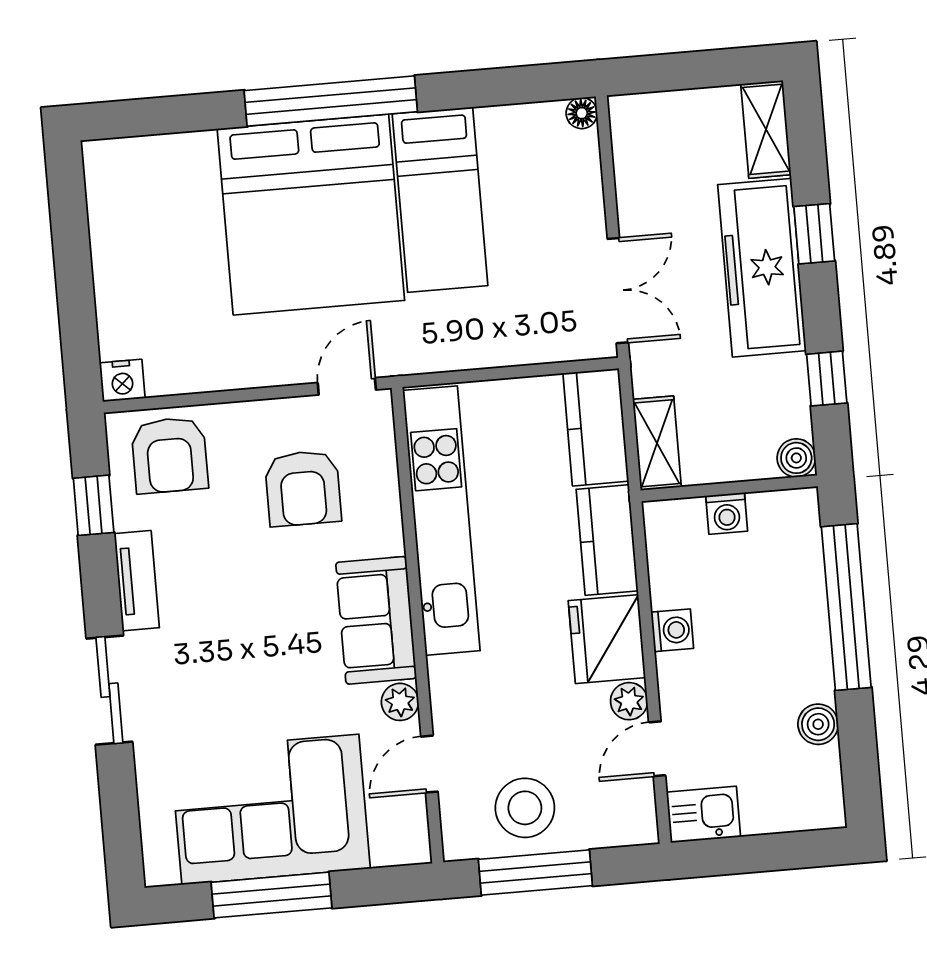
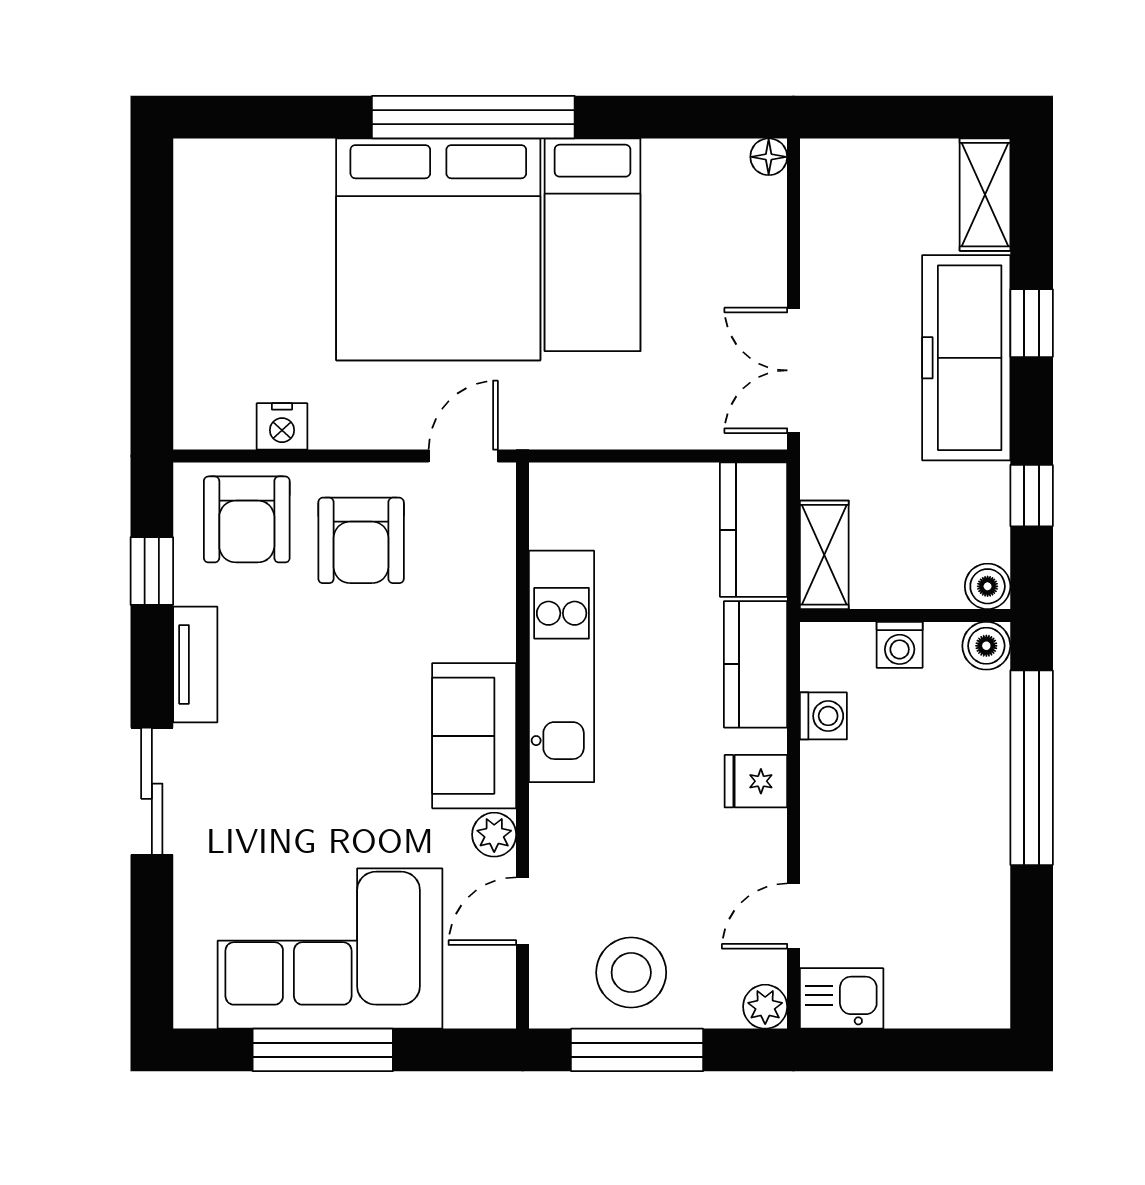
double door: (618, 291) -> (794, 370), swing flipped
nightstand: (122, 381) -> (282, 426), moved
armchair: (303, 488) -> (361, 540), moved
kitchen unit: (441, 521) -> (562, 666), width x0.73
washing machine: (672, 630) -> (823, 716), moved
fridge: (607, 639) -> (756, 781), width x0.53, depth x0.75
plant: (629, 701) -> (765, 1007), moved
boiler: (818, 724) -> (986, 646), moved

